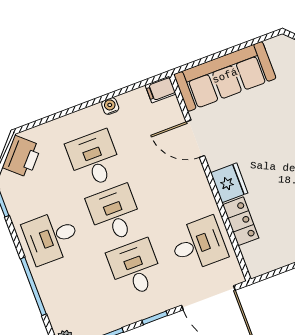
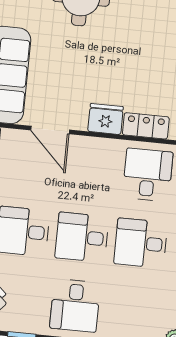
door: (195, 139) -> (50, 130), hinge flipped

